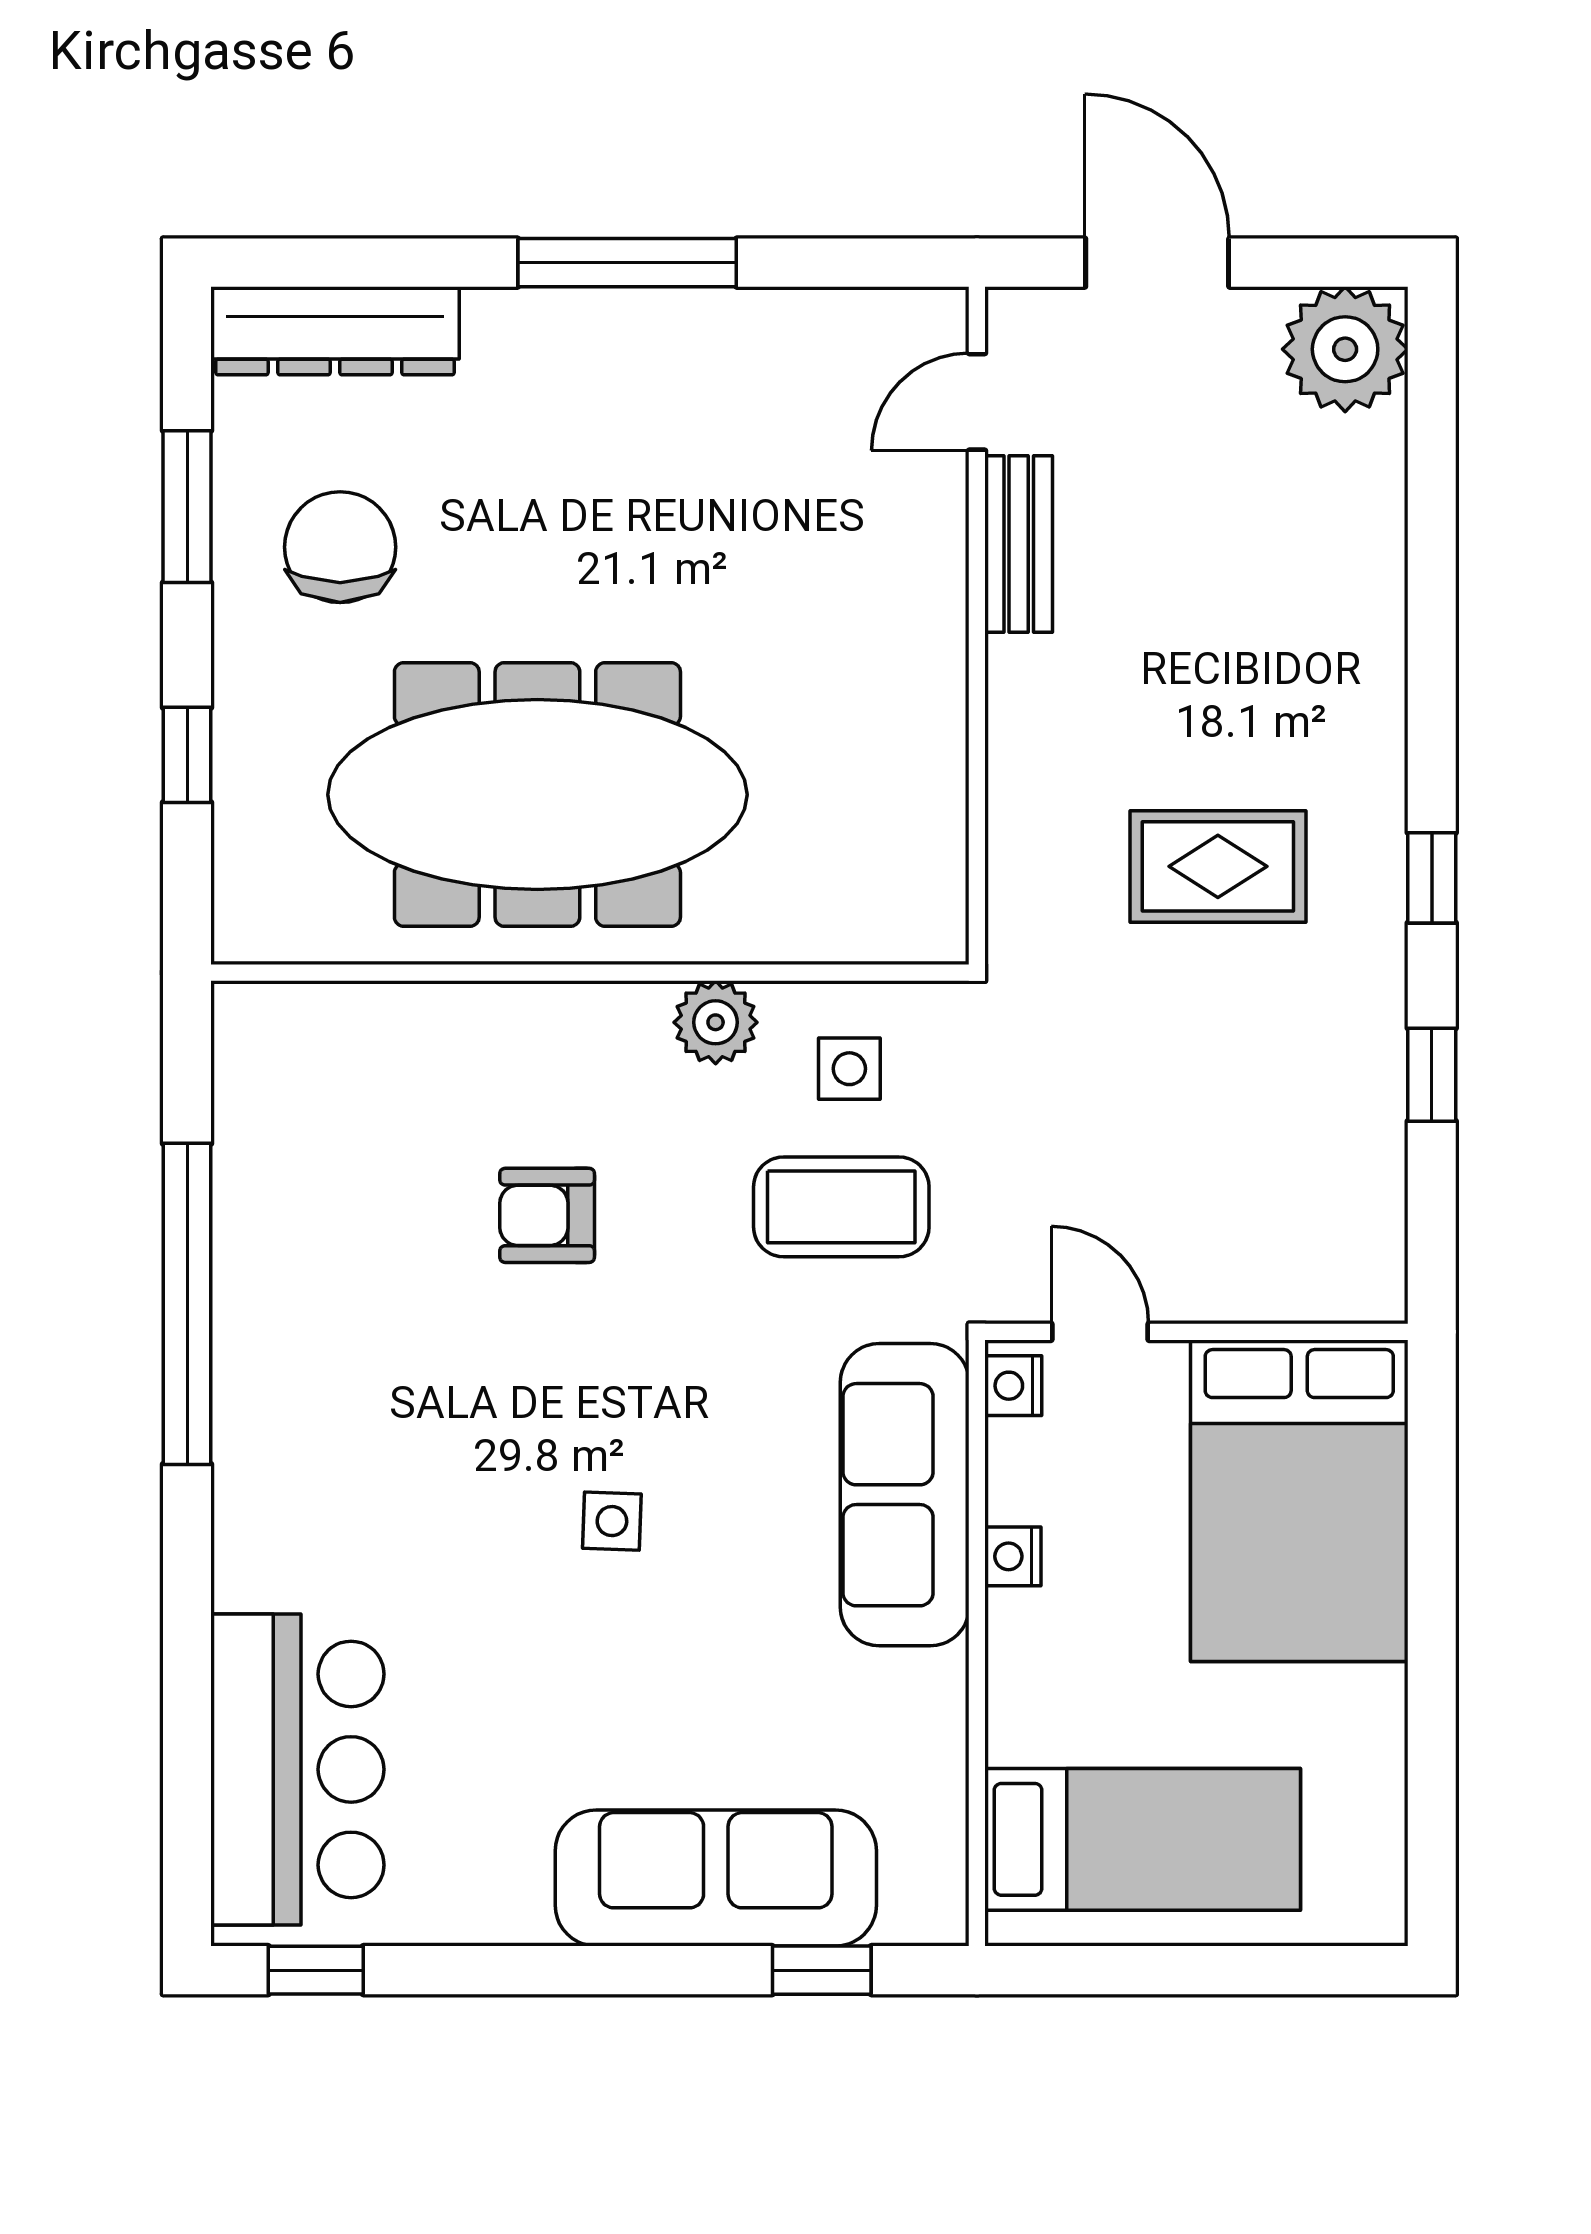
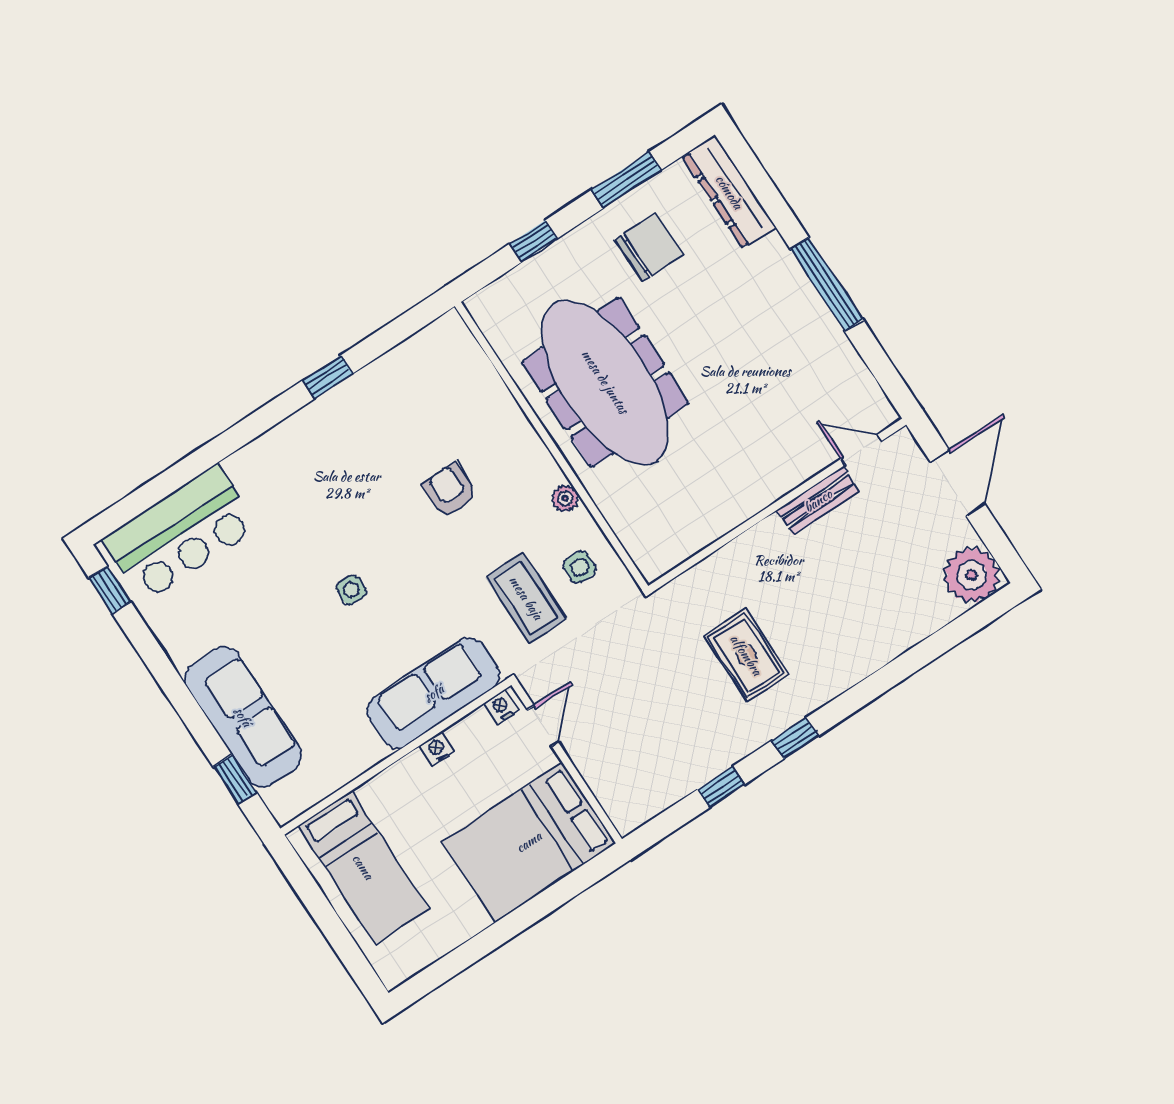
plant: (716, 1022) -> (565, 498), width x0.73, depth x0.73
window: (187, 1304) -> (328, 377), width x0.32

